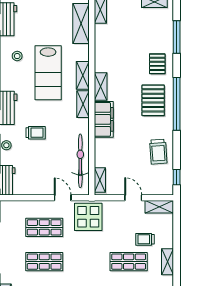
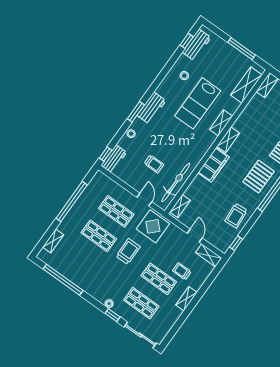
shelving: (83, 104) -> (207, 143), removed
trolley: (36, 133) -> (154, 164), moved
trolley: (82, 257) -> (128, 251), added

